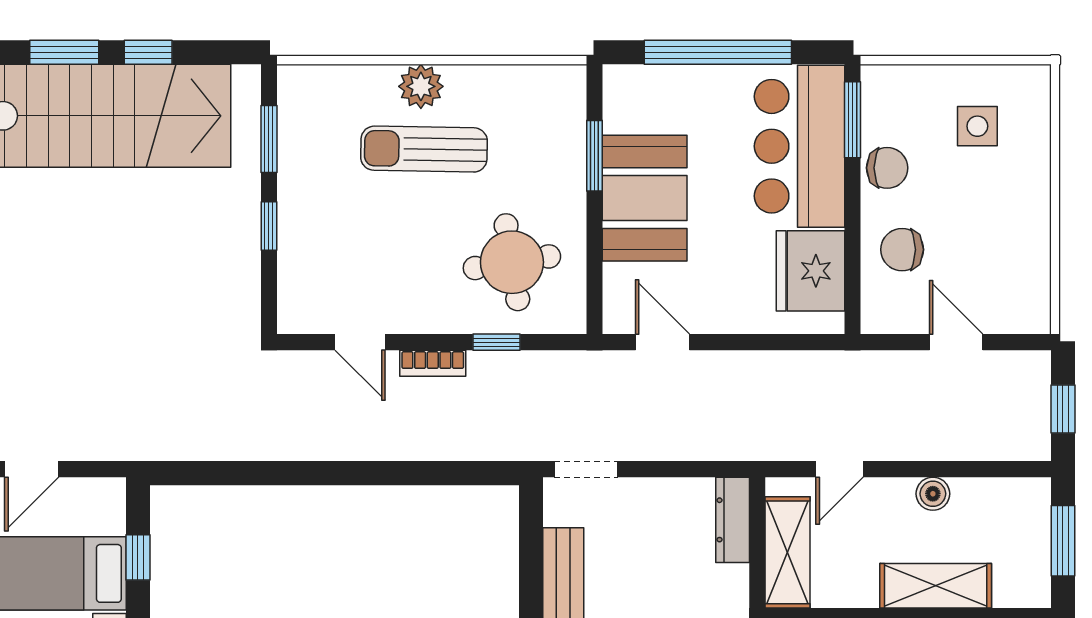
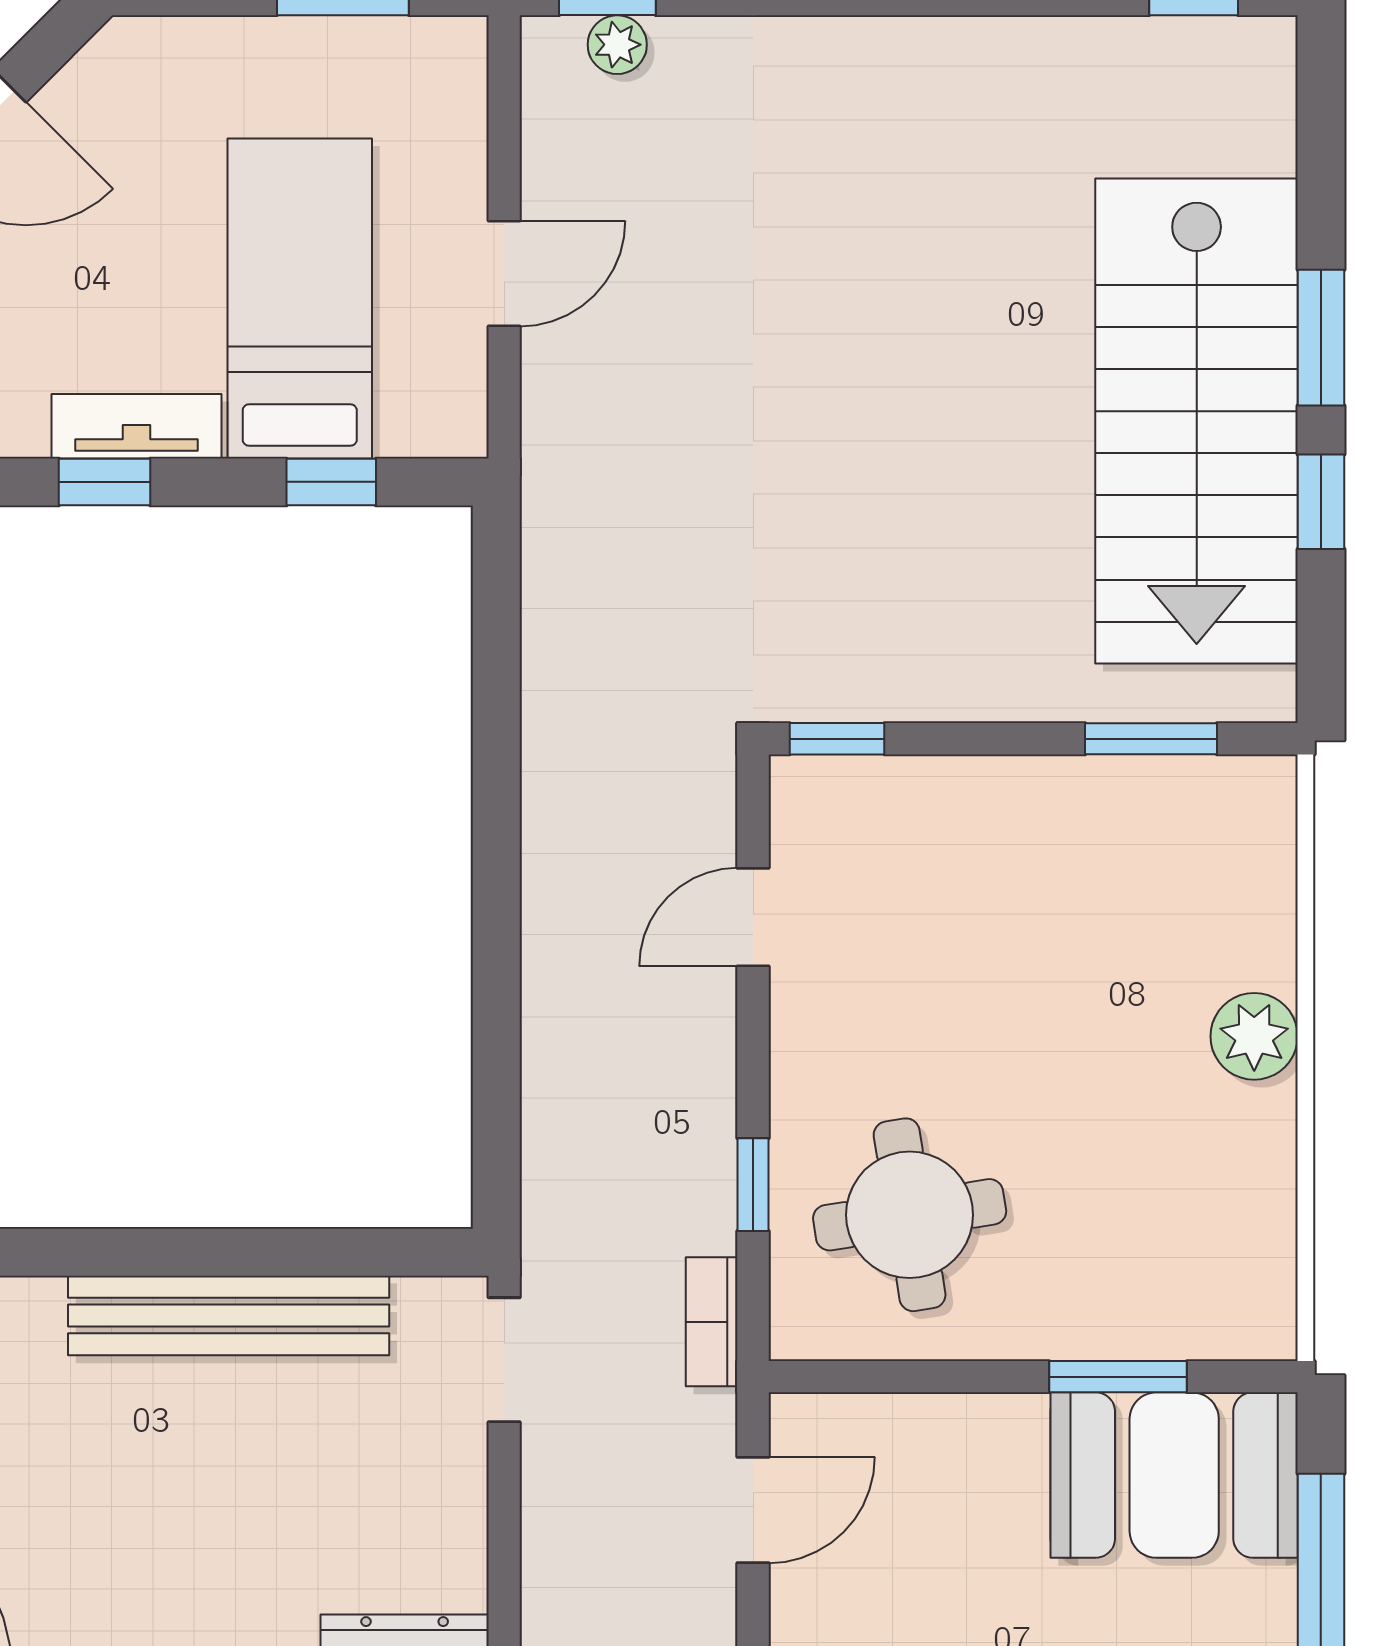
sun lounger: (424, 149) -> (1131, 1042), removed
booth: (645, 198) -> (1174, 1475), moved
window: (269, 226) -> (837, 739), moved
bookcase: (433, 363) -> (712, 1322), moved
door: (32, 469) -> (504, 273), swing flipped

